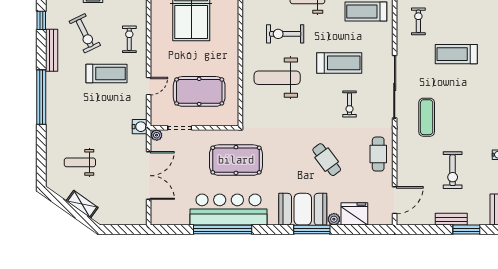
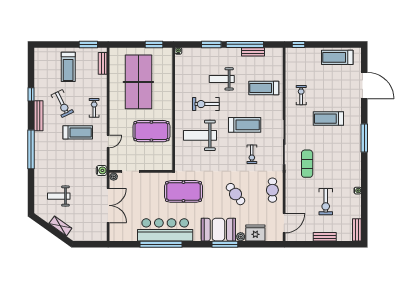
pool table: (199, 91) -> (151, 131), moved
pool table: (236, 160) -> (183, 191), moved
window: (466, 230) -> (336, 244), removed

